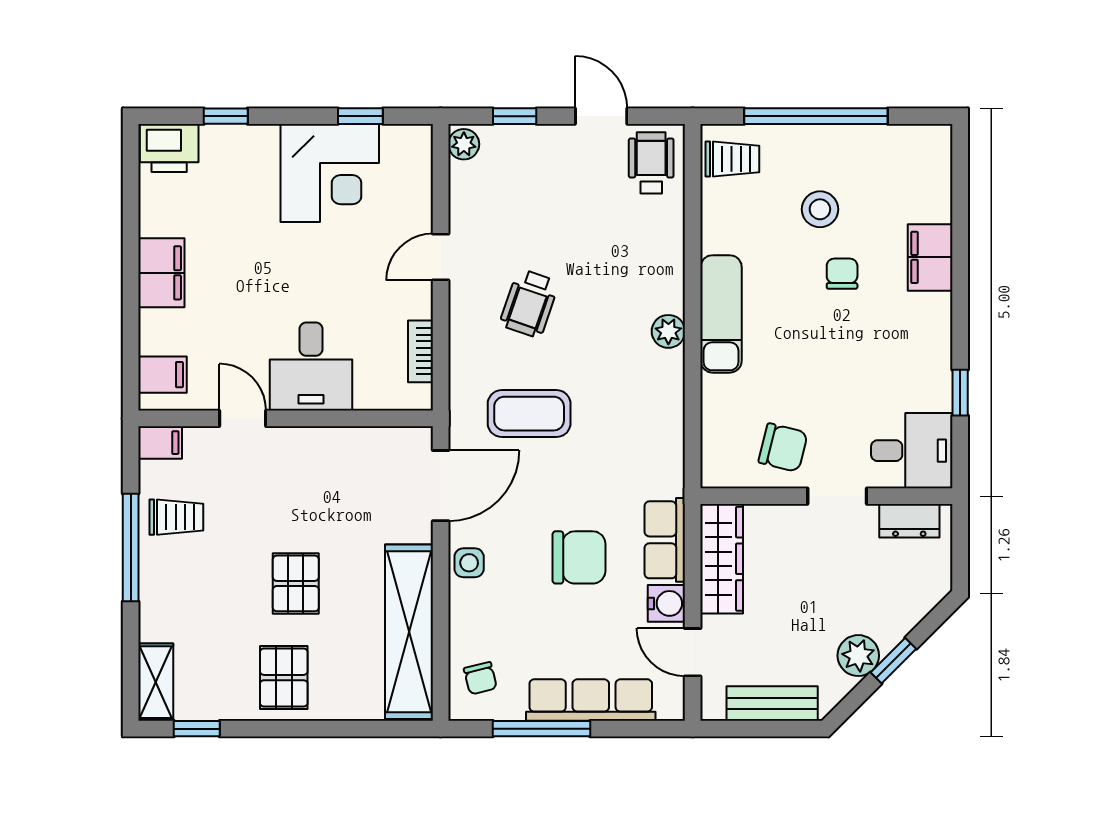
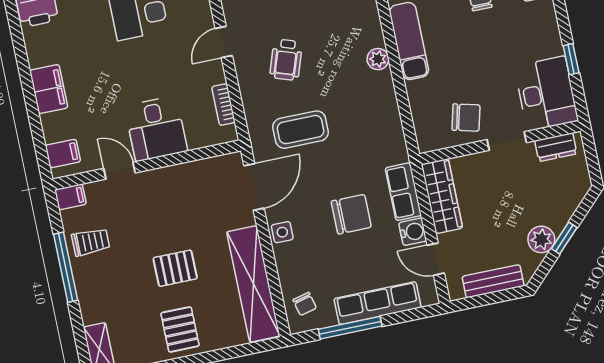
desk: (912, 451) -> (546, 94), width x1.37
pallet: (296, 583) -> (175, 268), turned 90

